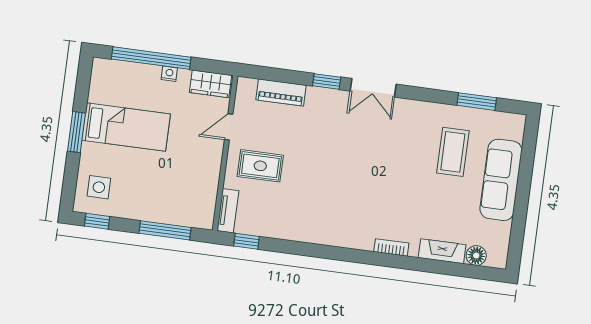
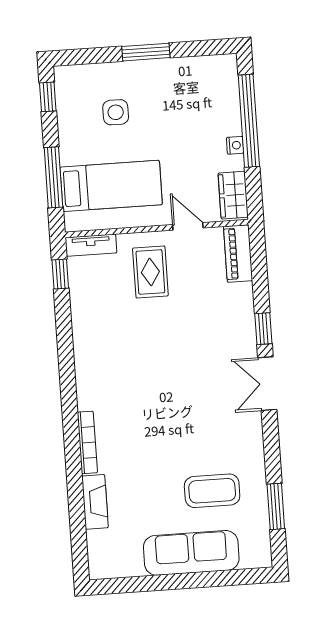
piano: (281, 93) -> (238, 254), moved
bed: (126, 127) -> (111, 186), moved, turned -90
side table: (99, 187) -> (116, 112), moved
bookcase: (391, 247) -> (87, 442), width x1.56
floor lamp: (476, 256) -> (98, 542), removed

